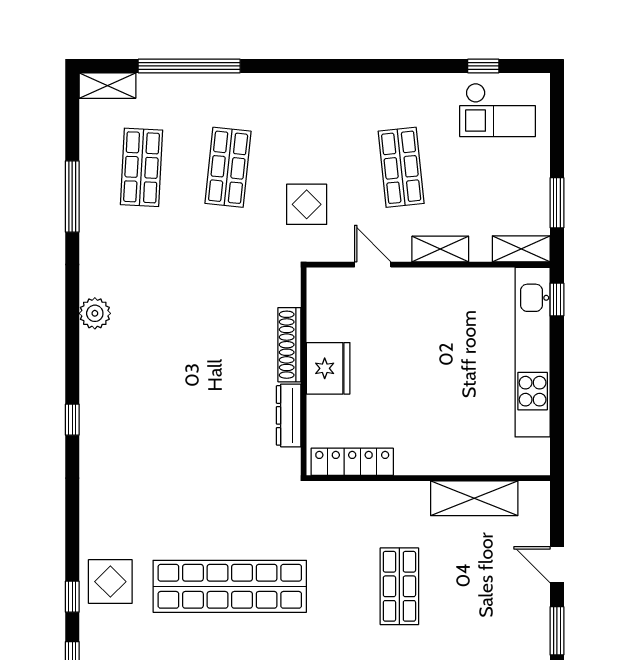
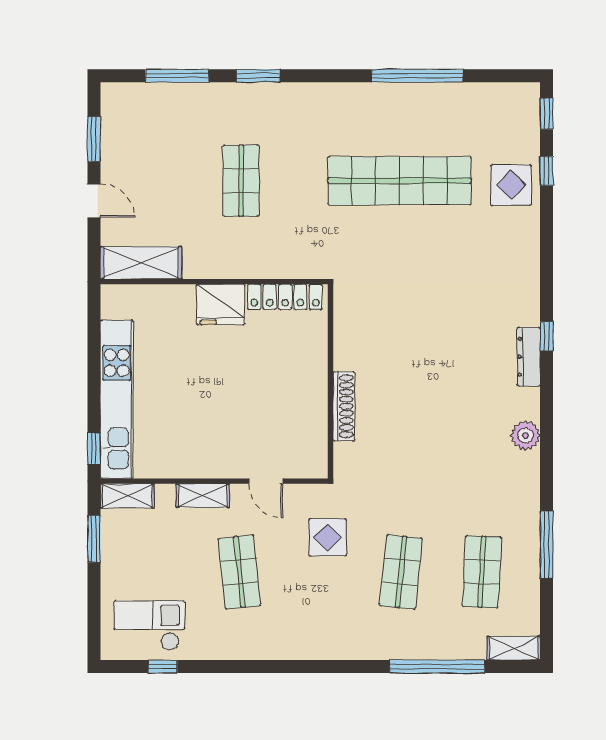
fridge: (328, 368) -> (221, 305), moved, turned -90
dresser: (289, 415) -> (529, 357), moved, turned 180
shelving: (474, 498) -> (141, 263), moved

